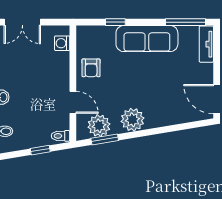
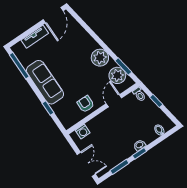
tv unit: (206, 44) -> (35, 37), moved
armchair: (91, 68) -> (86, 104), turned -90

